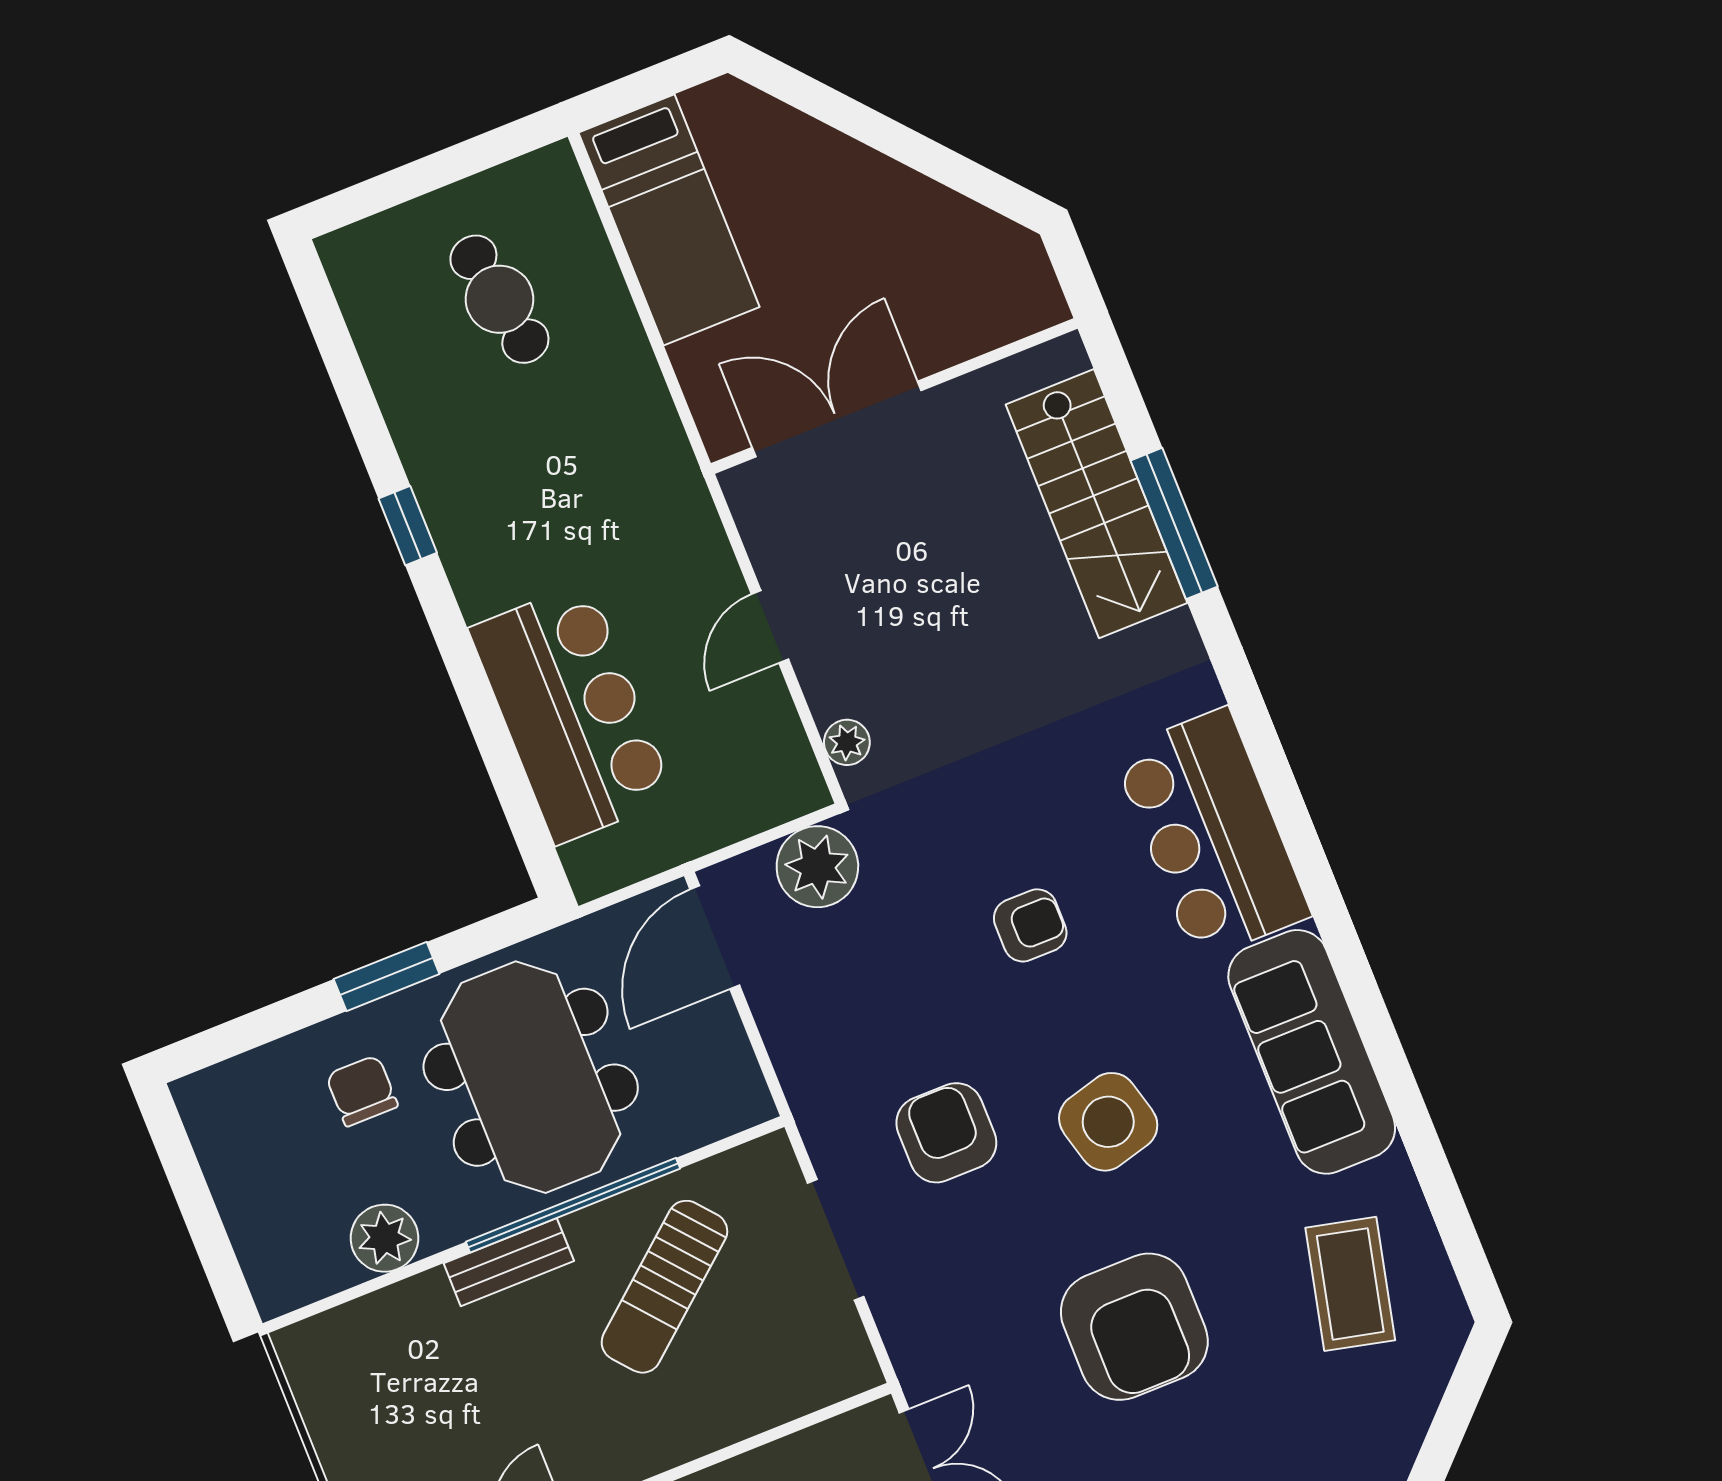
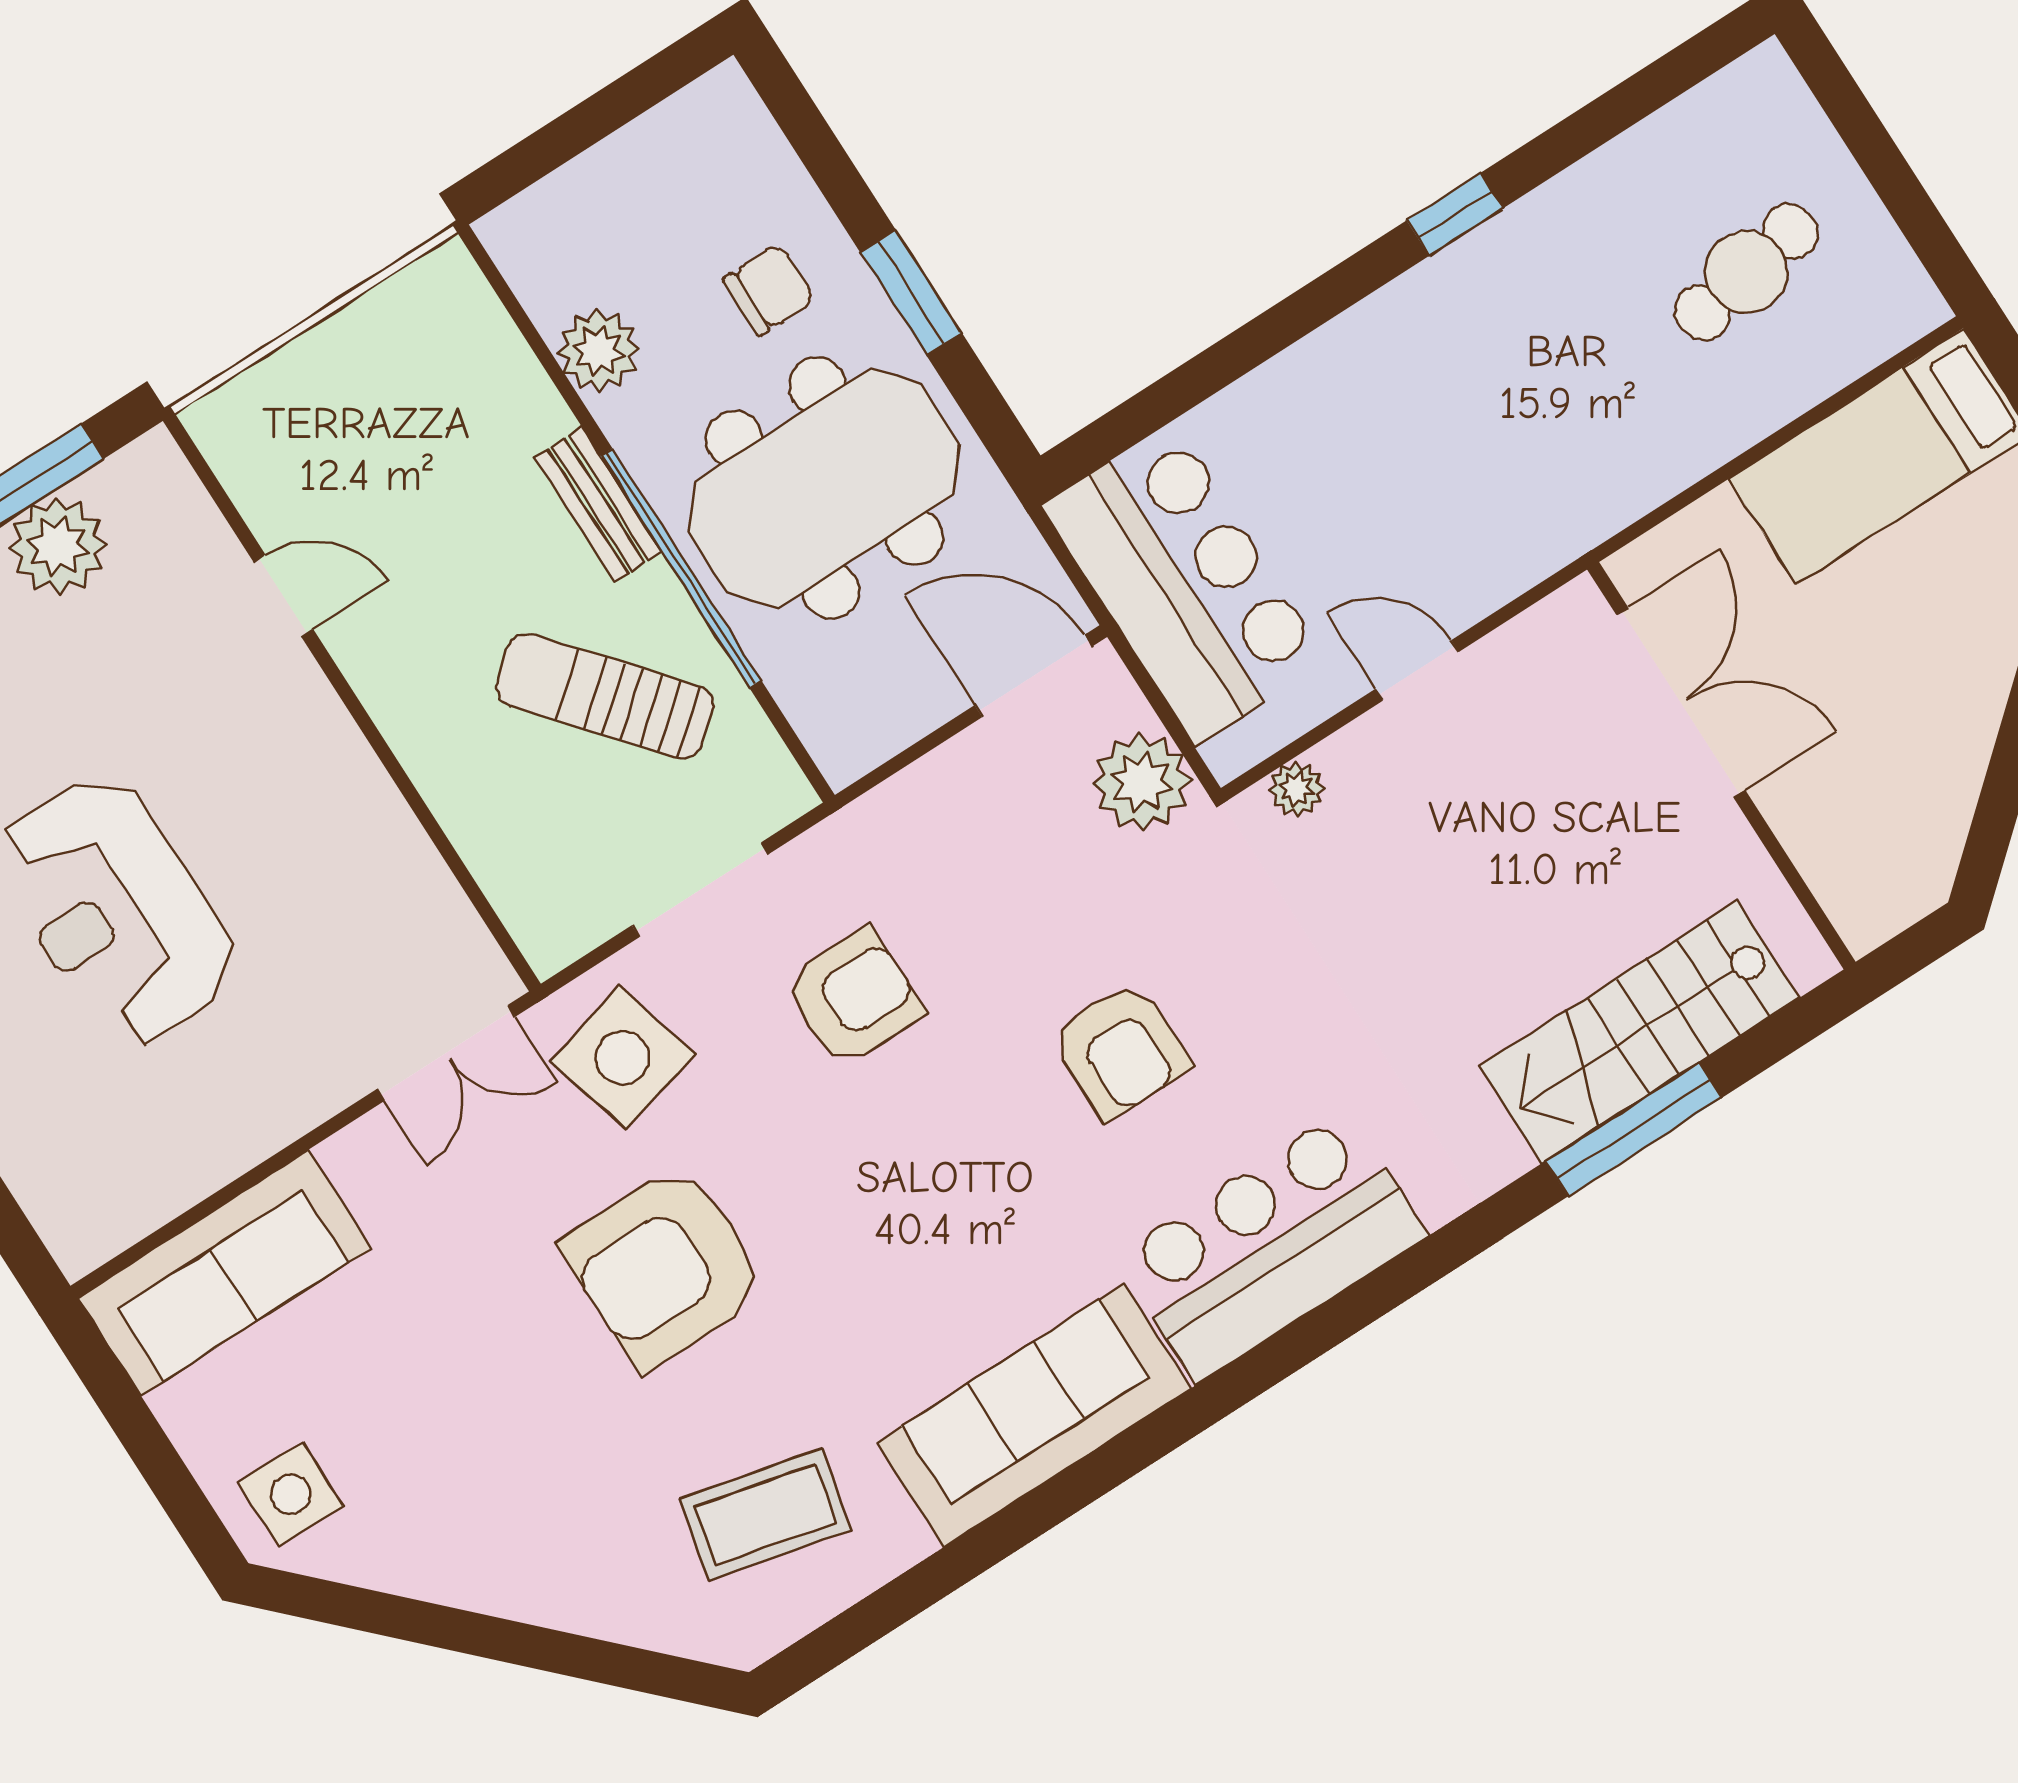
bar counter: (572, 713) -> (1184, 583), moved, turned -90
armchair: (1030, 925) -> (1120, 1050), width x1.38, depth x1.38
side table: (1108, 1122) -> (623, 1058), moved

